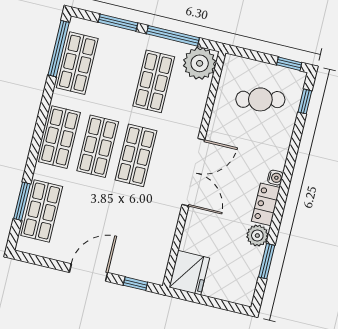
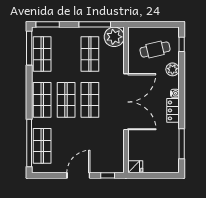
window: (118, 23) -> (48, 24), moved
window: (289, 64) -> (167, 24), removed
double door: (193, 172) -> (126, 102), width x1.36
window: (22, 201) -> (29, 143), width x2.11
plant: (257, 236) -> (172, 69), moved
window: (267, 261) -> (182, 144), width x1.44
fridge: (189, 273) -> (135, 167), width x0.53, depth x0.75

